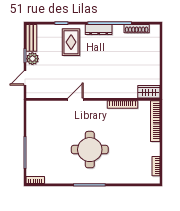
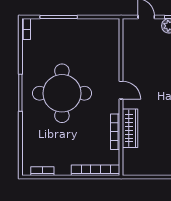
wardrobe: (149, 92) -> (130, 128), moved, width x1.50
door: (75, 99) -> (121, 90), moved
round table: (90, 150) -> (62, 93), width x1.36, depth x1.36

